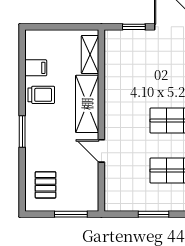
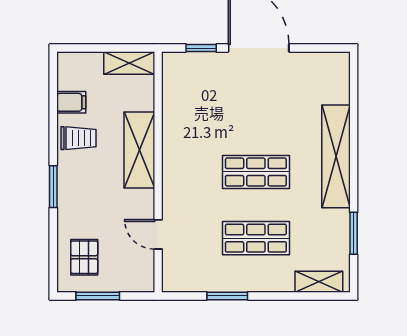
shelving: (90, 54) -> (129, 63), moved, turned 90
door: (101, 151) -> (158, 234), moved
window: (71, 214) -> (98, 296), moved

